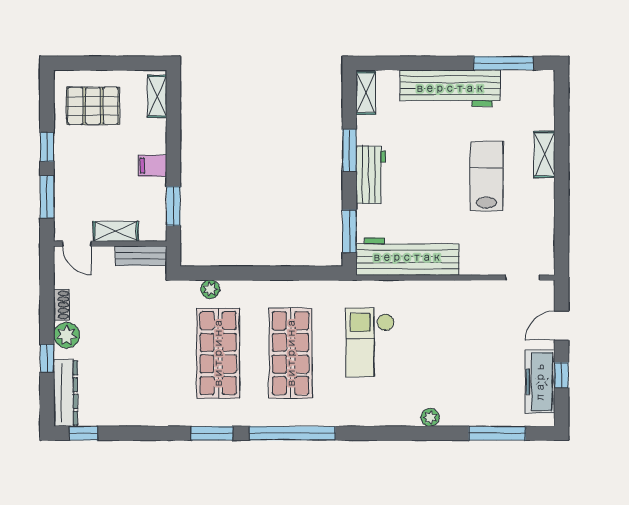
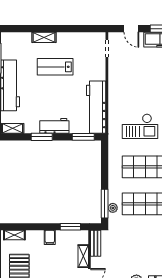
window: (219, 273) -> (105, 204), added

